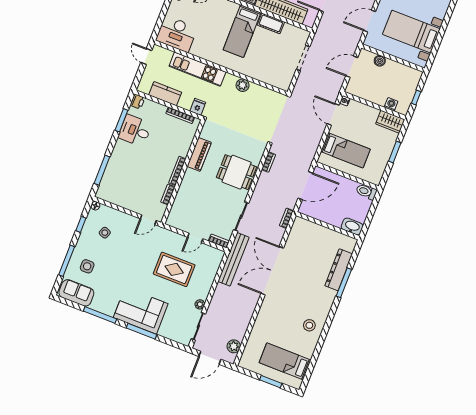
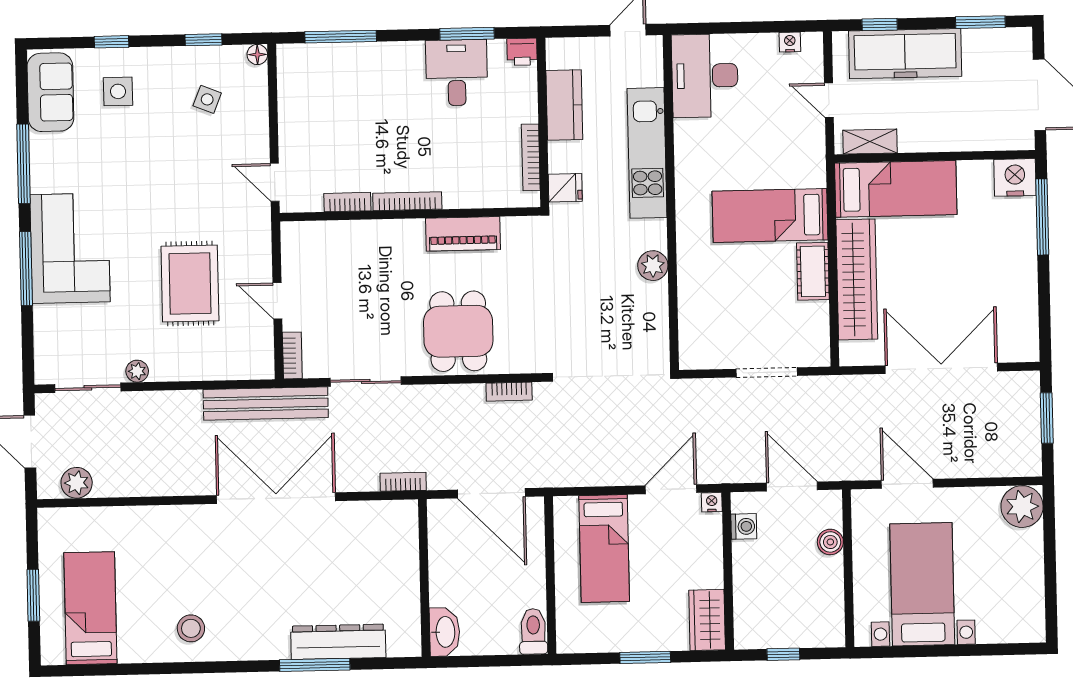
washing machine: (391, 104) -> (744, 526), moved
window: (67, 261) -> (111, 42), width x0.46

